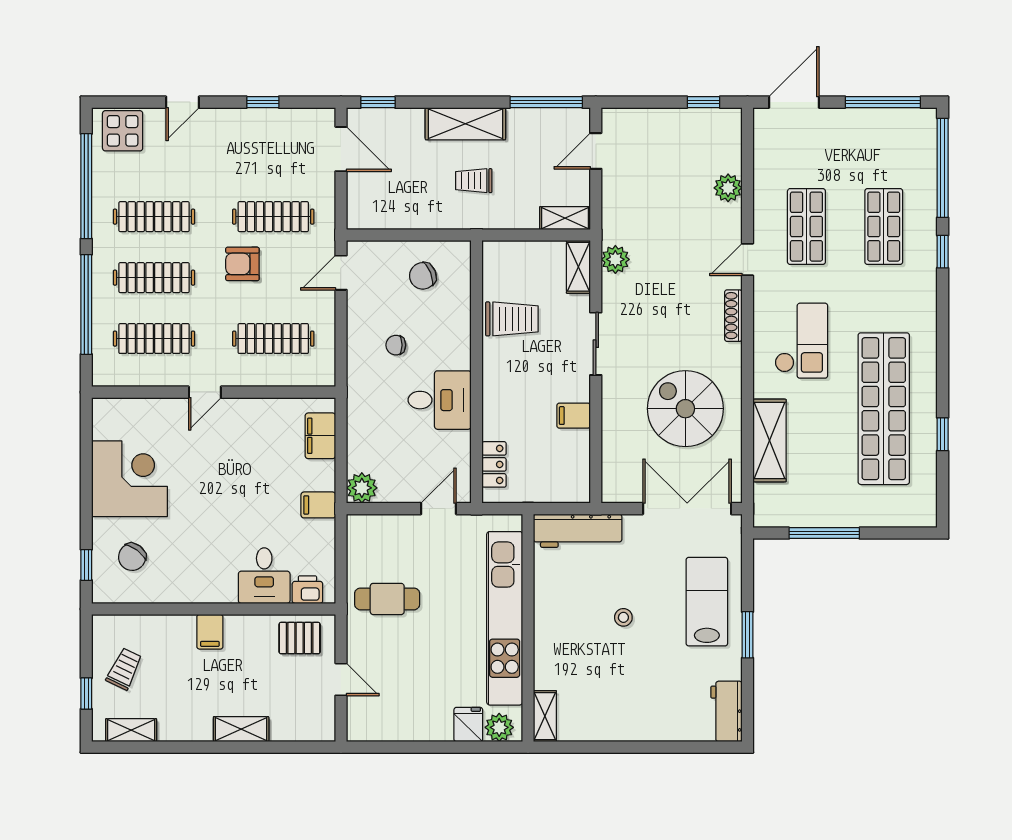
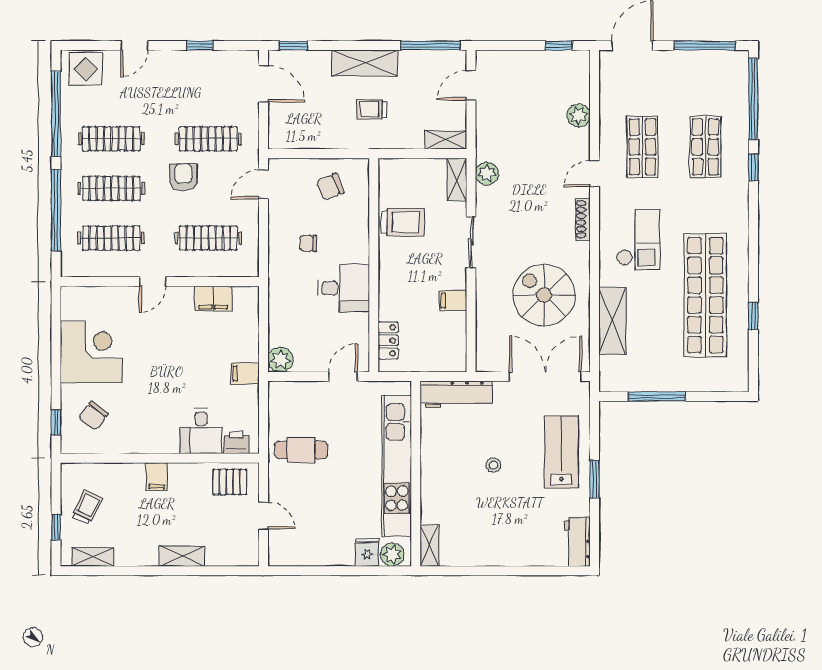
armchair: (242, 264) -> (183, 177), turned 90
filing cabinet: (320, 436) -> (213, 298), moved, turned -90

